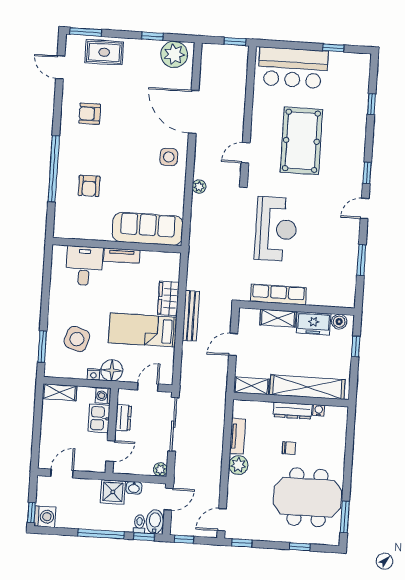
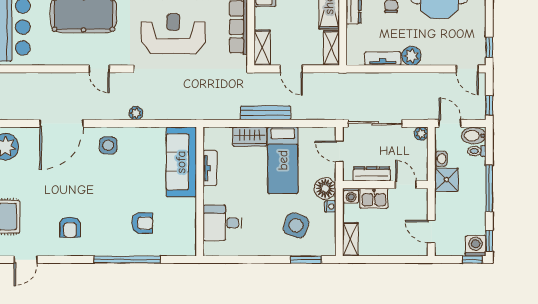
tv unit: (122, 256) -> (210, 168), moved
shelving: (278, 318) -> (262, 48), moved
dresser: (123, 418) -> (372, 174), width x1.44
window: (144, 537) -> (489, 241), moved

